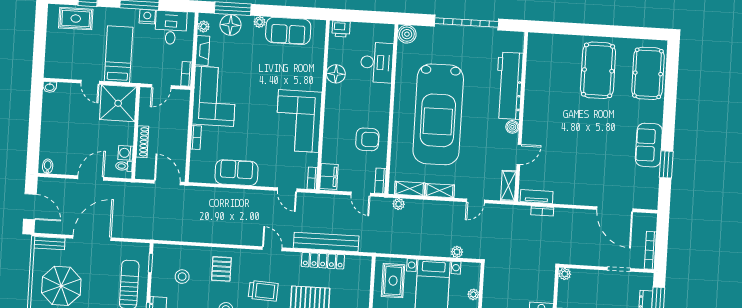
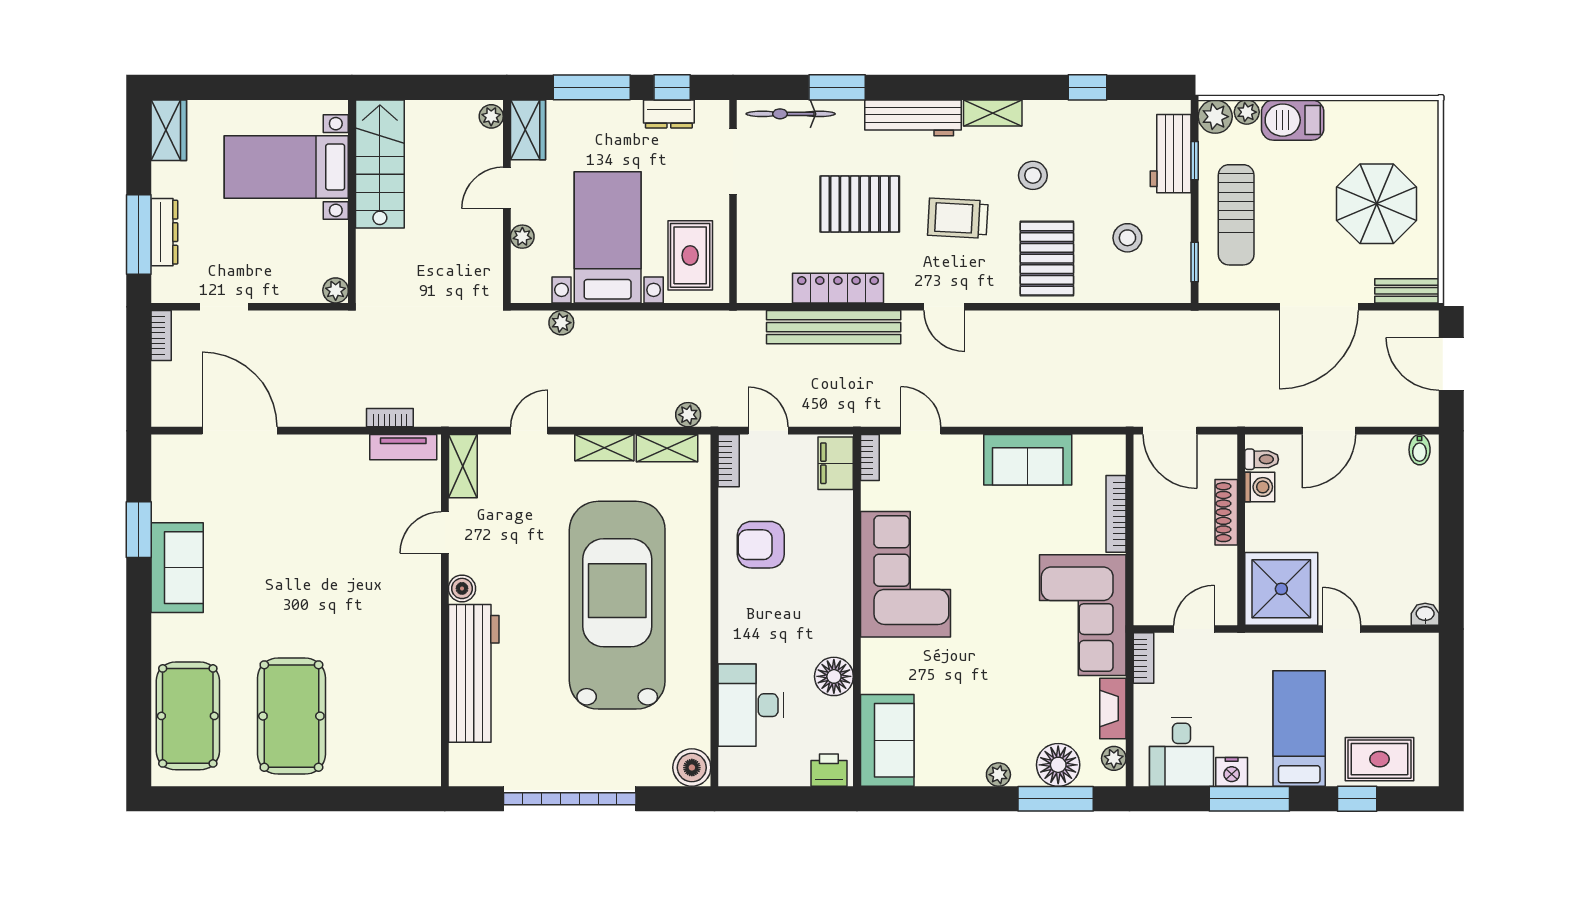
sofa: (288, 31) -> (887, 740), moved, turned 90
bed: (119, 54) -> (1299, 729), moved, turned 180
bookcase: (196, 137) -> (1116, 514), width x1.56
bookcase: (650, 250) -> (161, 336), width x0.64
pallet: (221, 269) -> (1047, 259), width x1.50, depth x1.42

